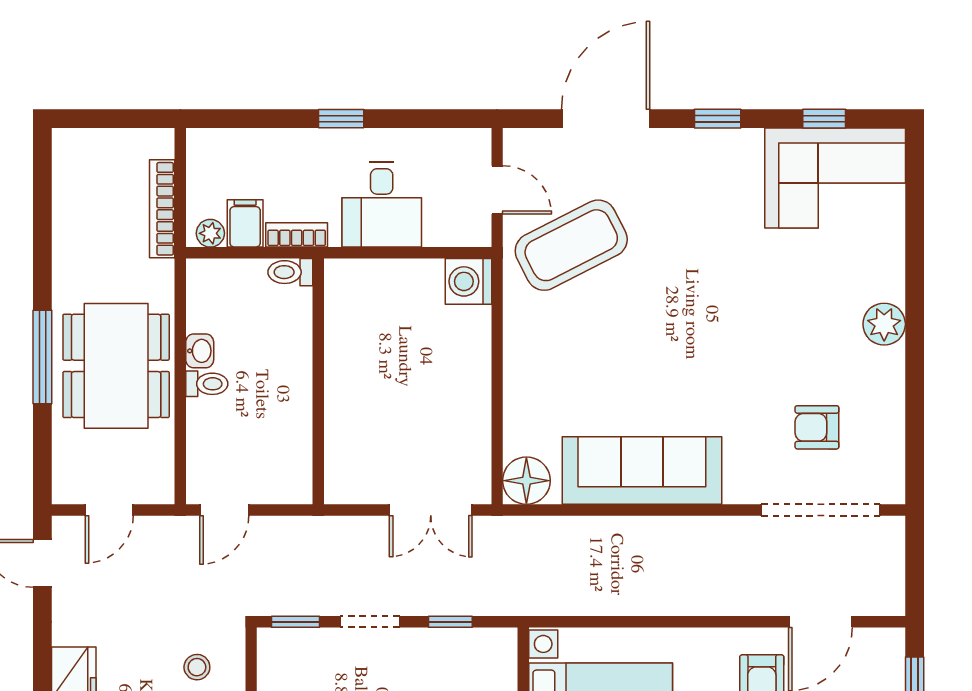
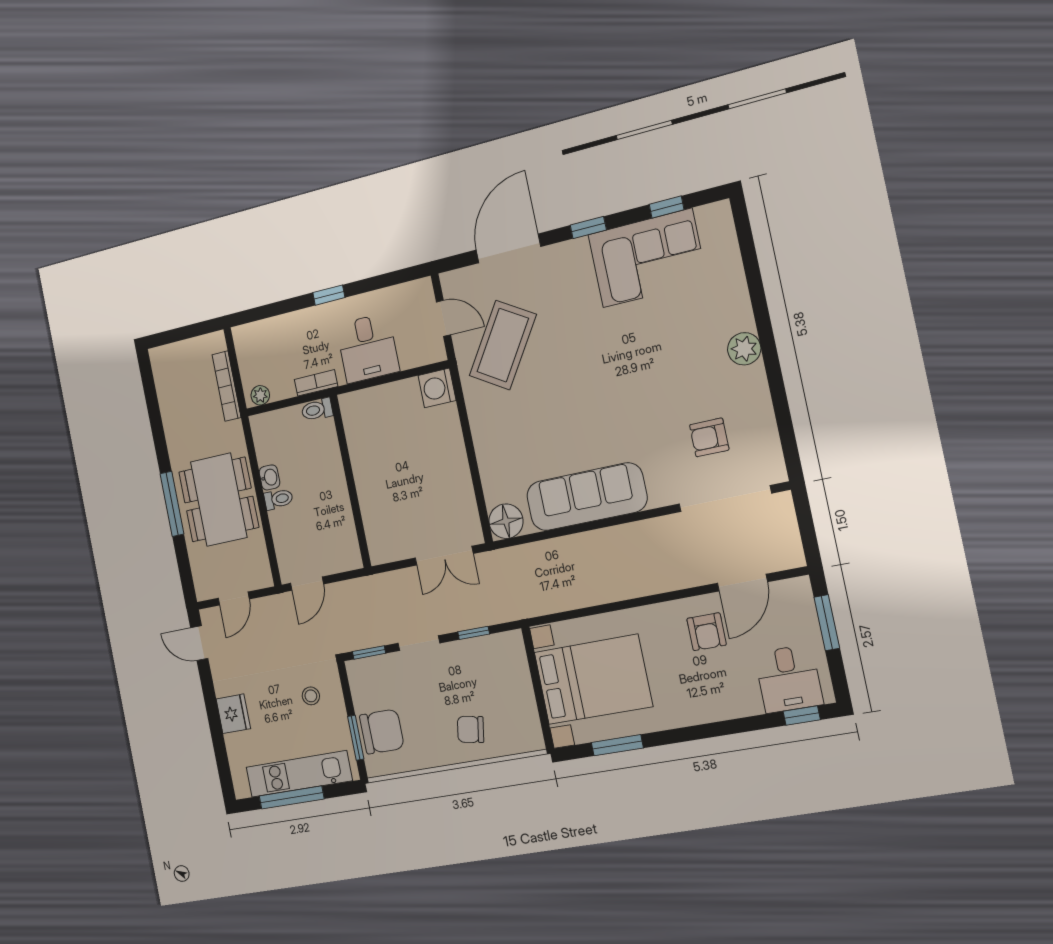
corner sofa: (835, 178) -> (647, 258), moved
filing cabinet: (245, 223) -> (281, 383), removed
coffee table: (571, 245) -> (503, 345), turned -31

